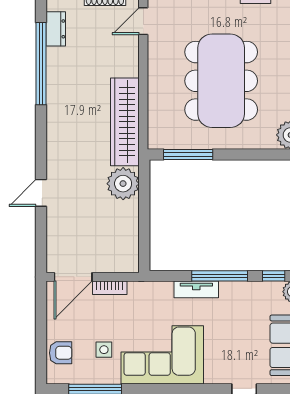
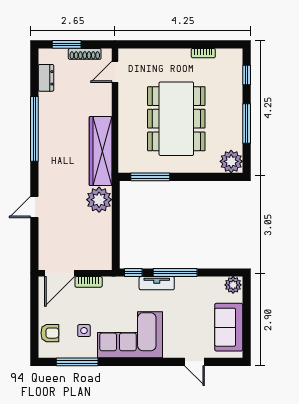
window: (41, 64) -> (34, 129), moved
window: (274, 276) -> (133, 272), moved

